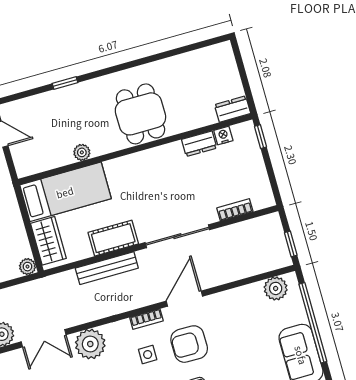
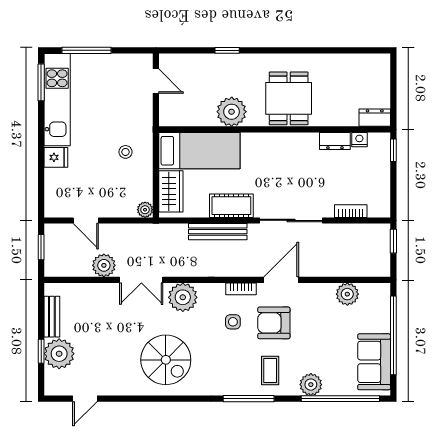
plant: (82, 152) -> (232, 112), width x1.88, depth x1.88
window: (291, 244) -> (393, 241), moved
plant: (276, 288) -> (347, 294), moved

